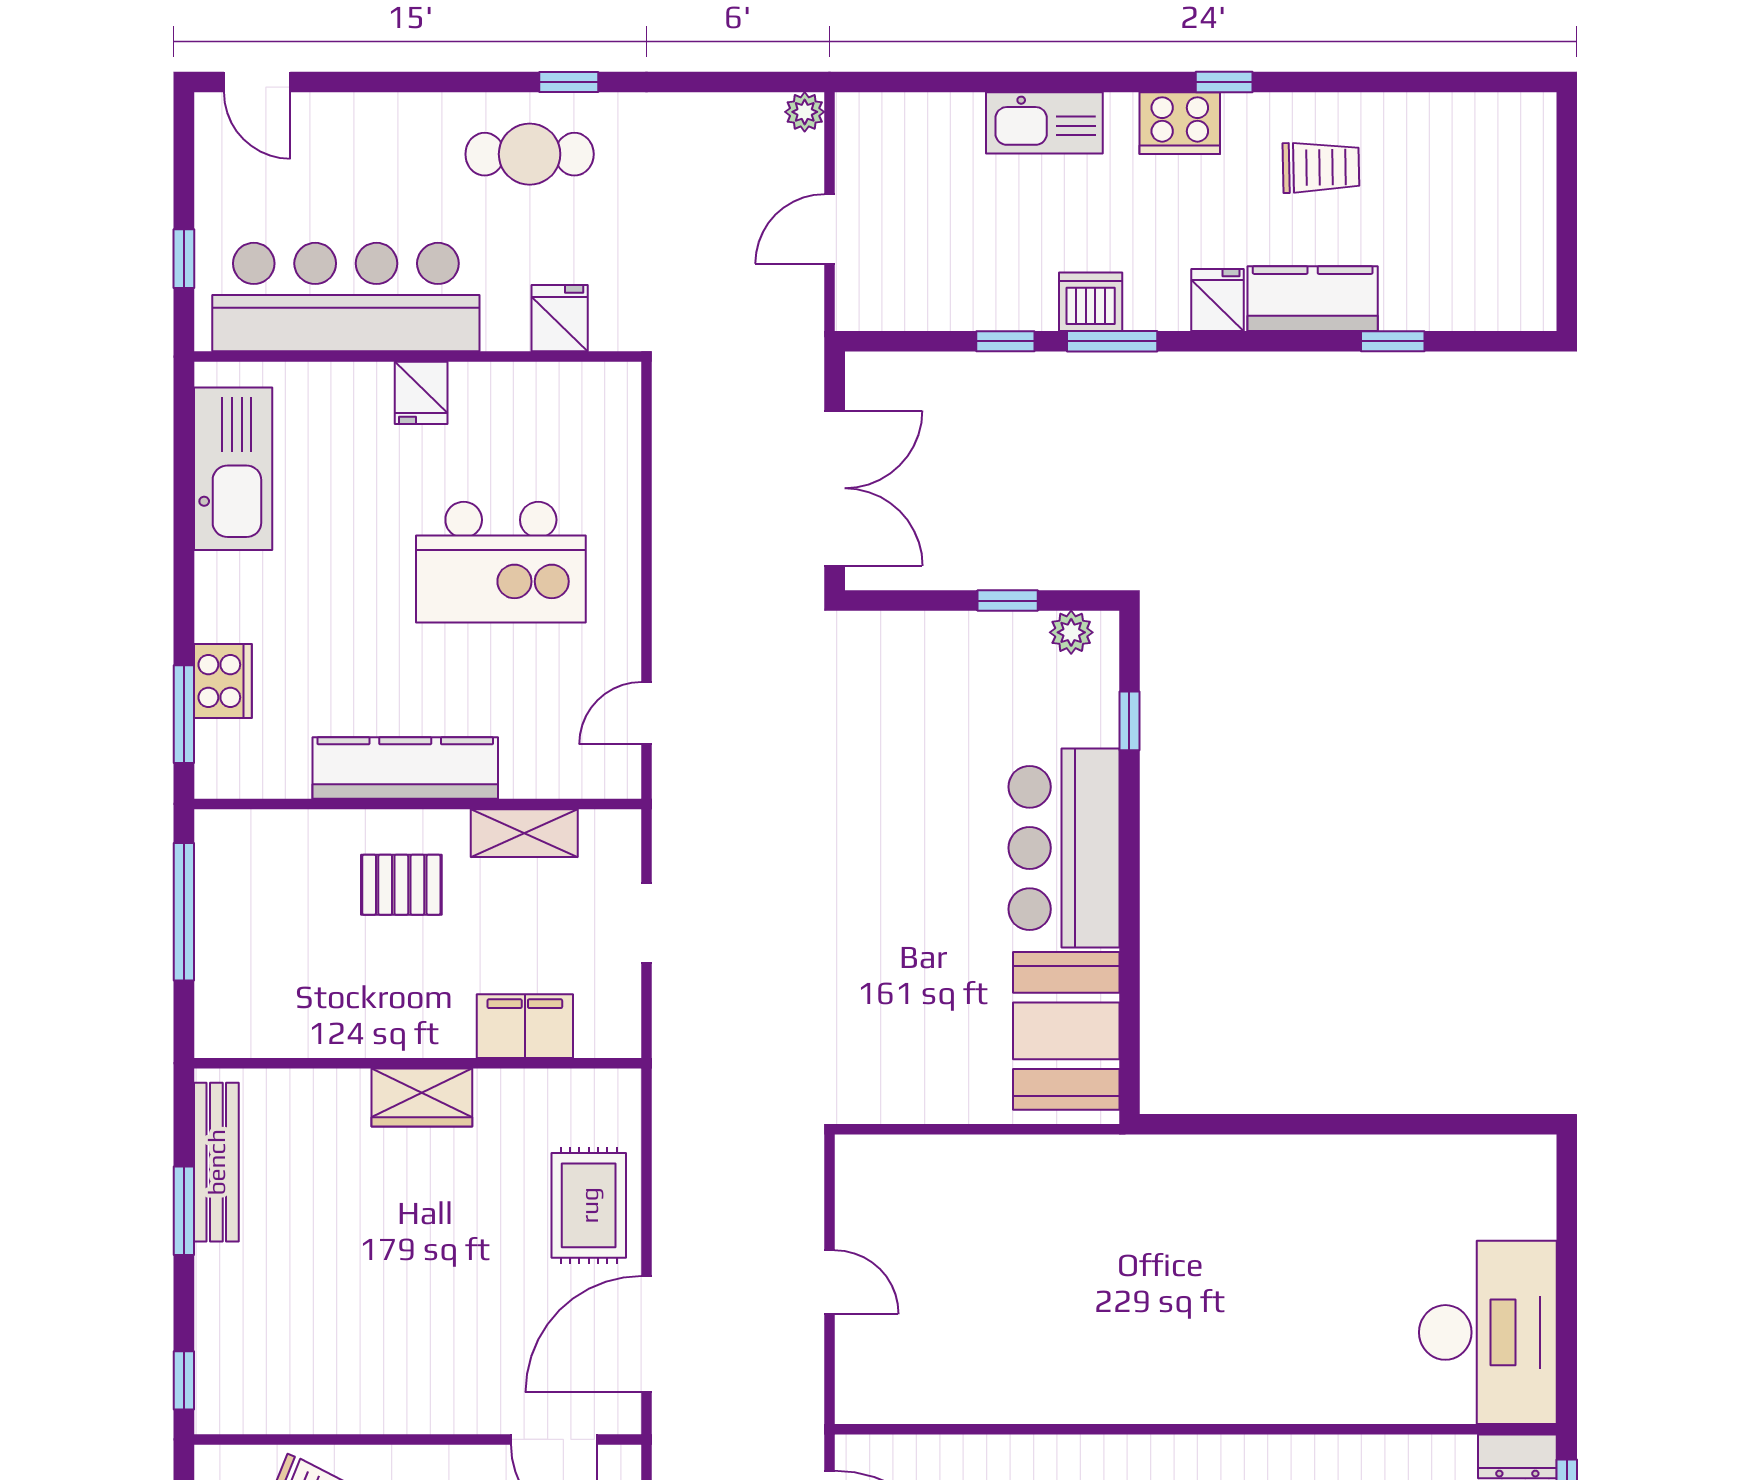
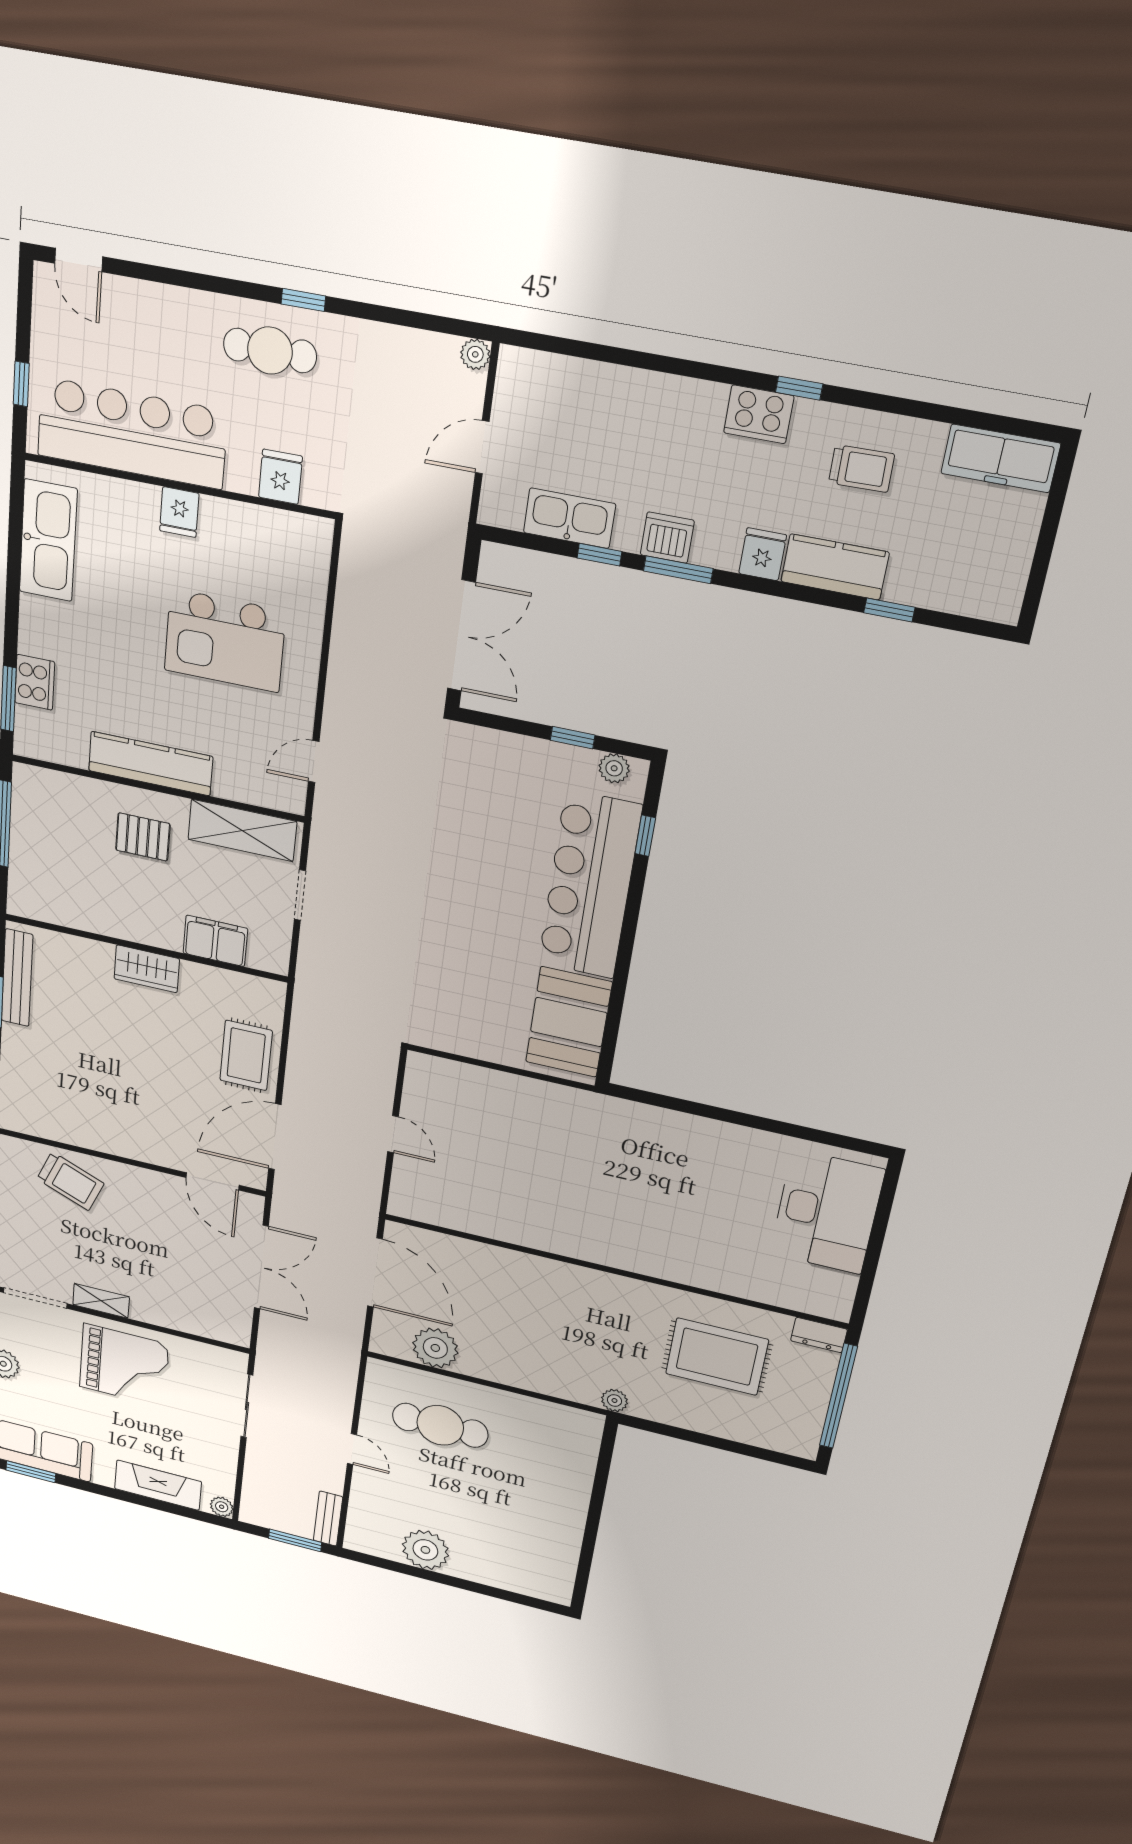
kitchen sink: (1044, 123) -> (569, 518), moved, turned 180
freezer: (1488, 124) -> (1001, 458), added
shelving: (524, 833) -> (242, 830), width x1.50, depth x1.33
bar counter: (1064, 848) -> (590, 885), width x1.36
desk: (1488, 1332) -> (827, 1212), moved

